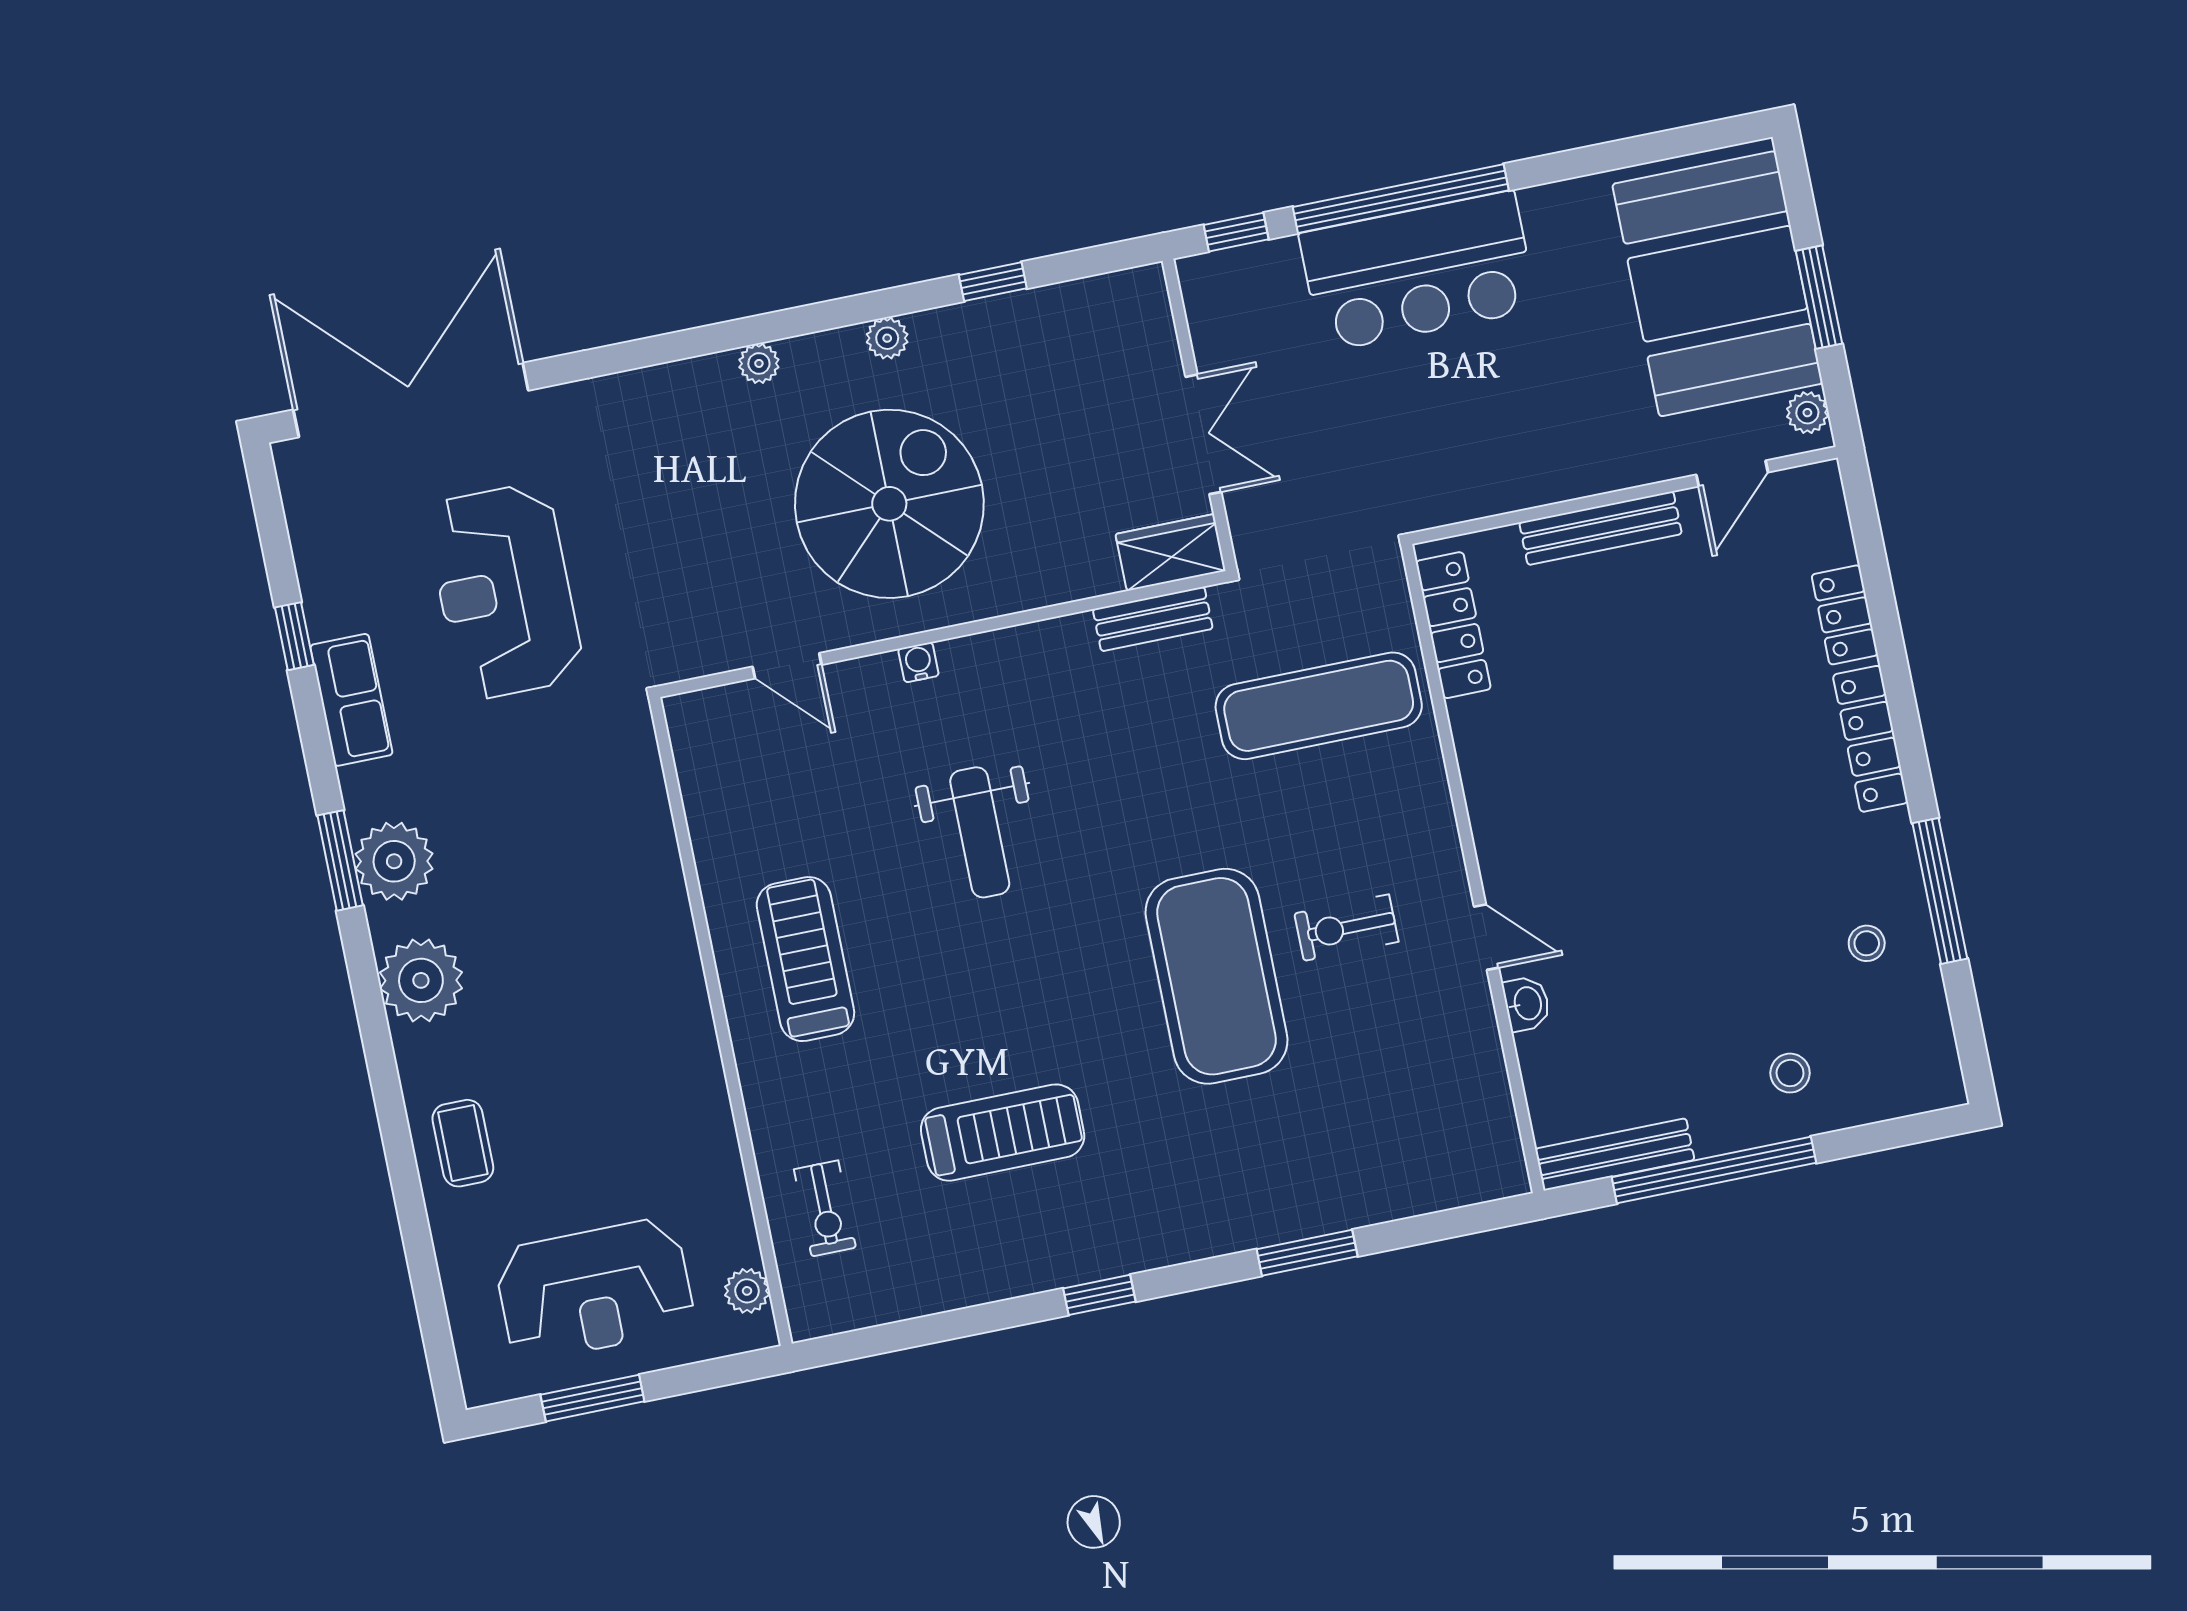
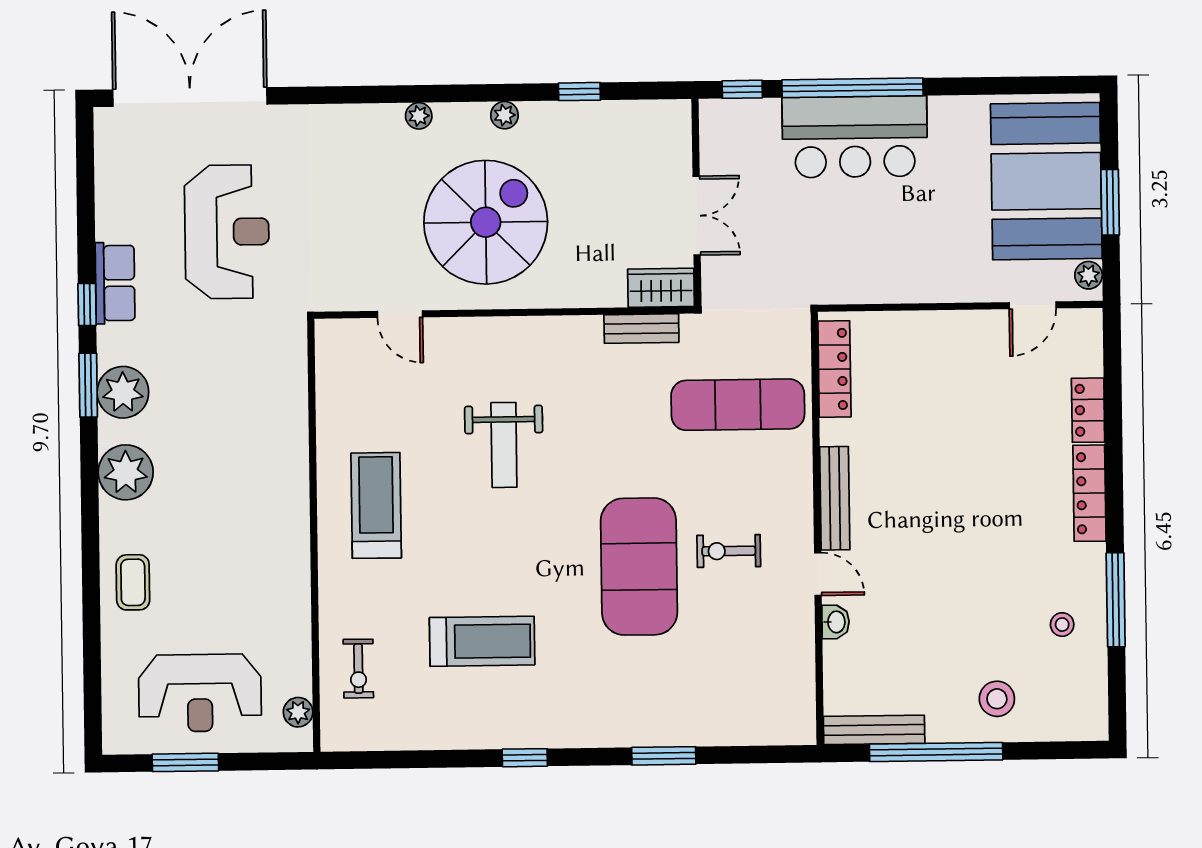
bench: (1601, 528) -> (835, 498), moved, turned 90
reception desk: (504, 591) -> (227, 232), turned 180
window: (294, 636) -> (87, 305), moved
water cooler: (918, 662) -> (485, 328), removed
stool: (1790, 1073) -> (997, 699), width x1.37, depth x1.37

